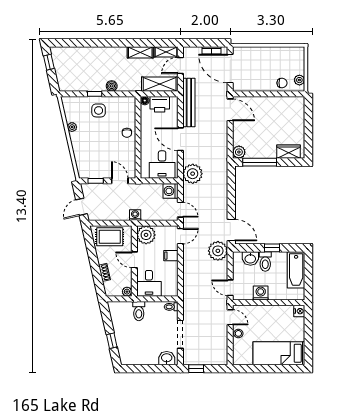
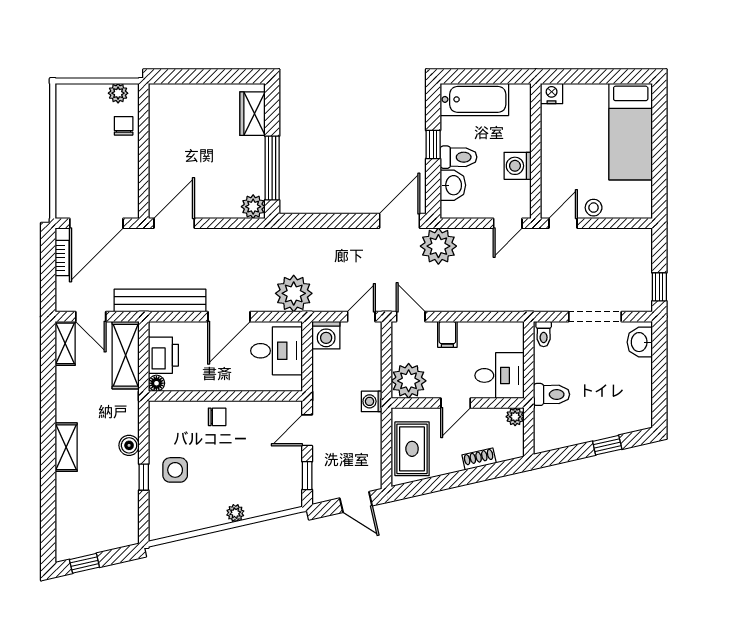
shelving: (140, 52) -> (66, 447), moved
plant: (72, 127) -> (235, 513), moved

